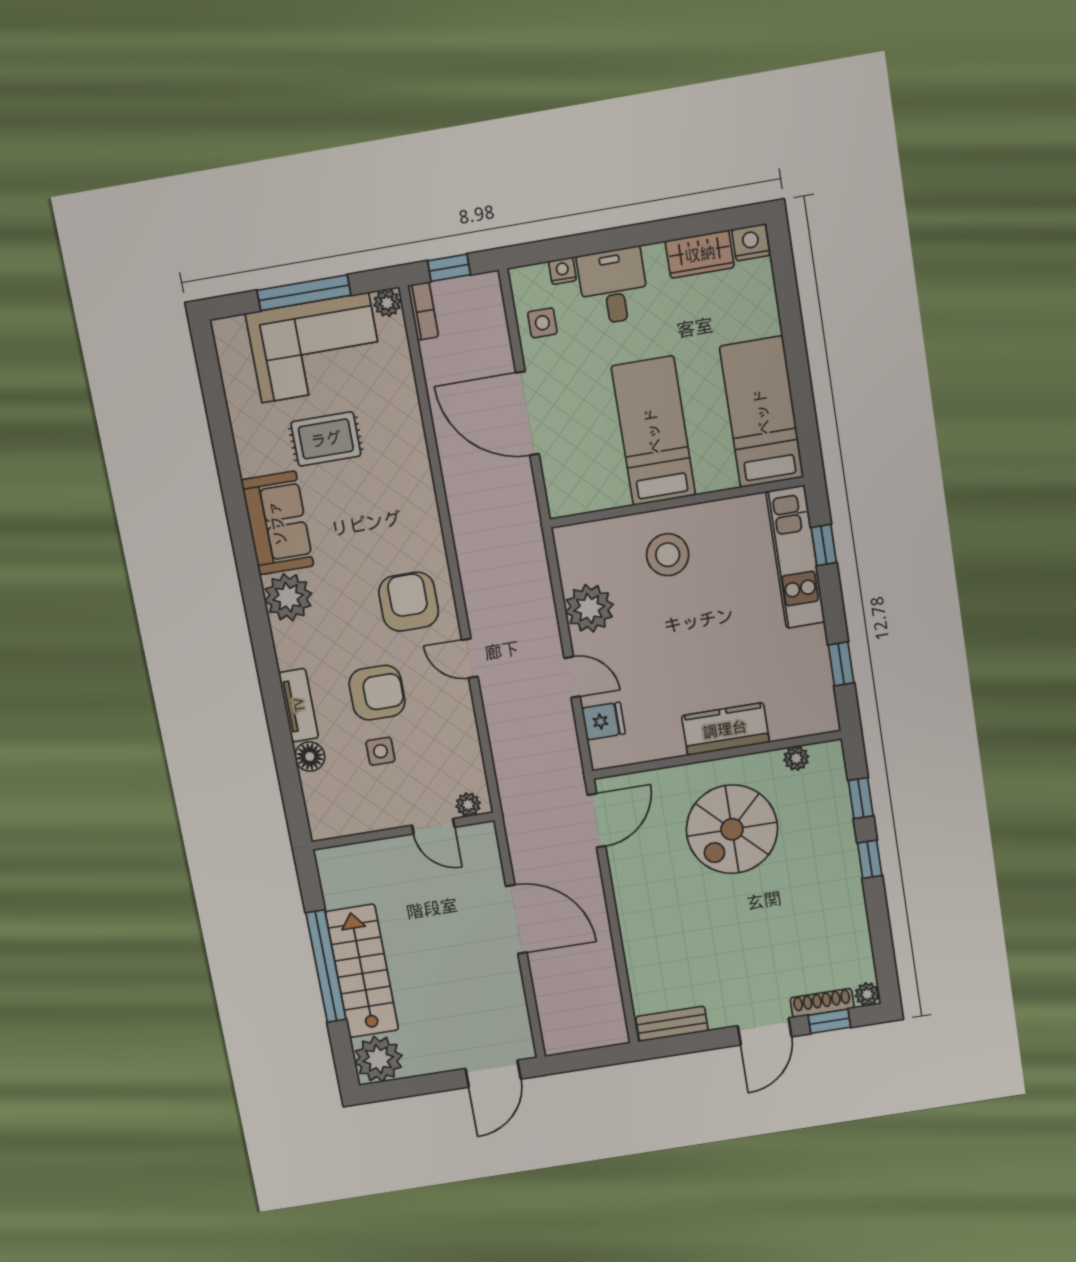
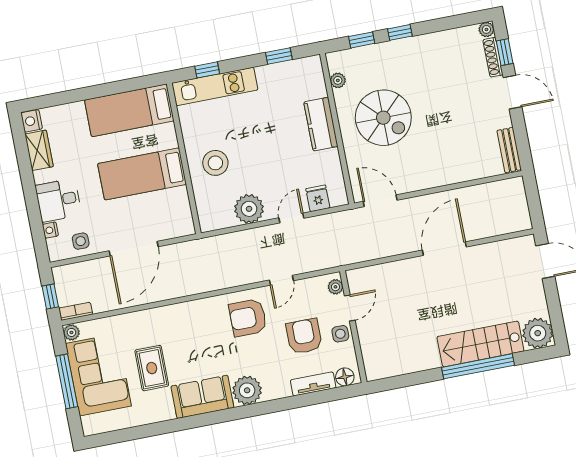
plant: (468, 805) -> (335, 287), moved
door: (433, 826) -> (350, 308), moved
wall: (403, 831) -> (353, 327), moved

